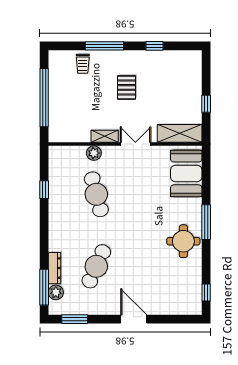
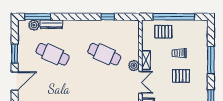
trolley: (83, 64) -> (179, 53), moved
pallet: (65, 112) -> (163, 32), added
plant: (94, 153) -> (134, 66), moved
cafe table: (96, 194) -> (104, 54), turned 39
window: (75, 319) -> (15, 54), moved

